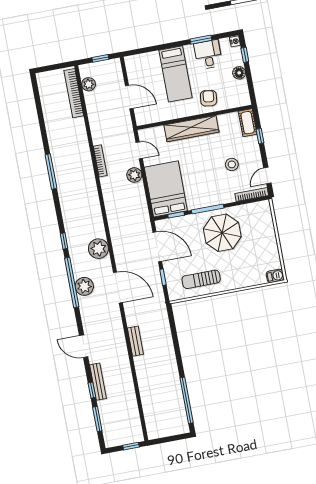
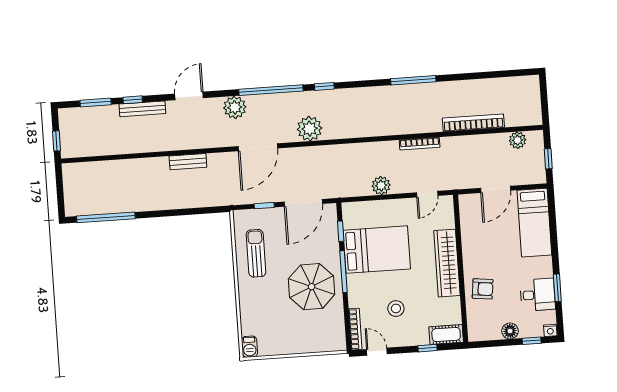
bed: (175, 74) -> (534, 223), moved, turned -90
bookcase: (74, 93) -> (473, 123), moved
plant: (134, 175) -> (381, 186), moved
bed: (166, 189) -> (377, 250), moved
plant: (84, 286) -> (235, 107), moved

